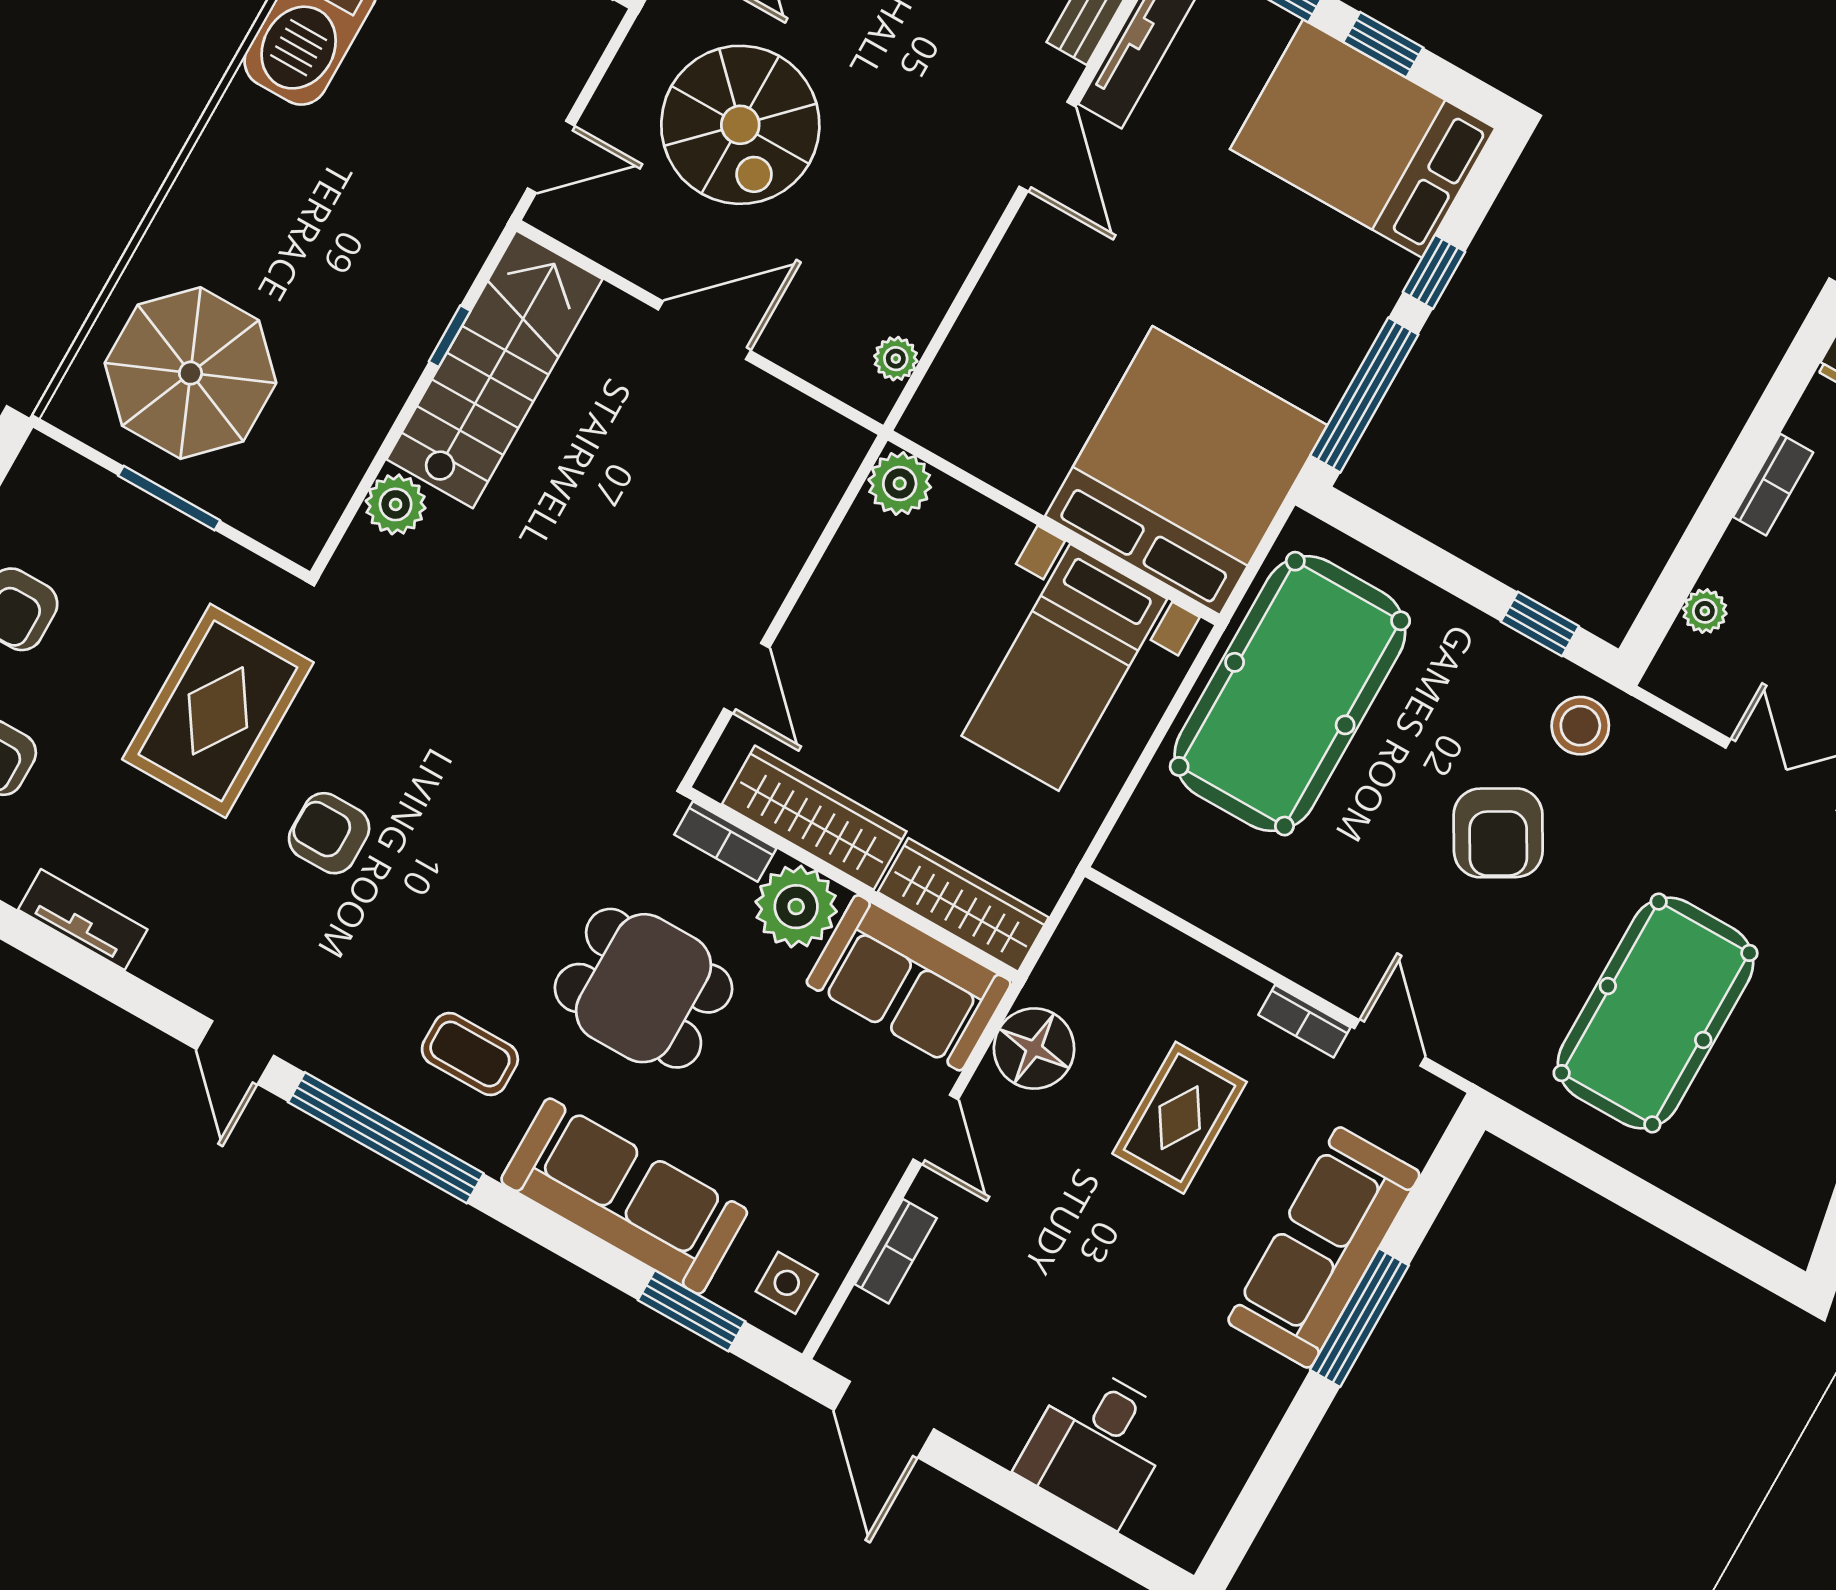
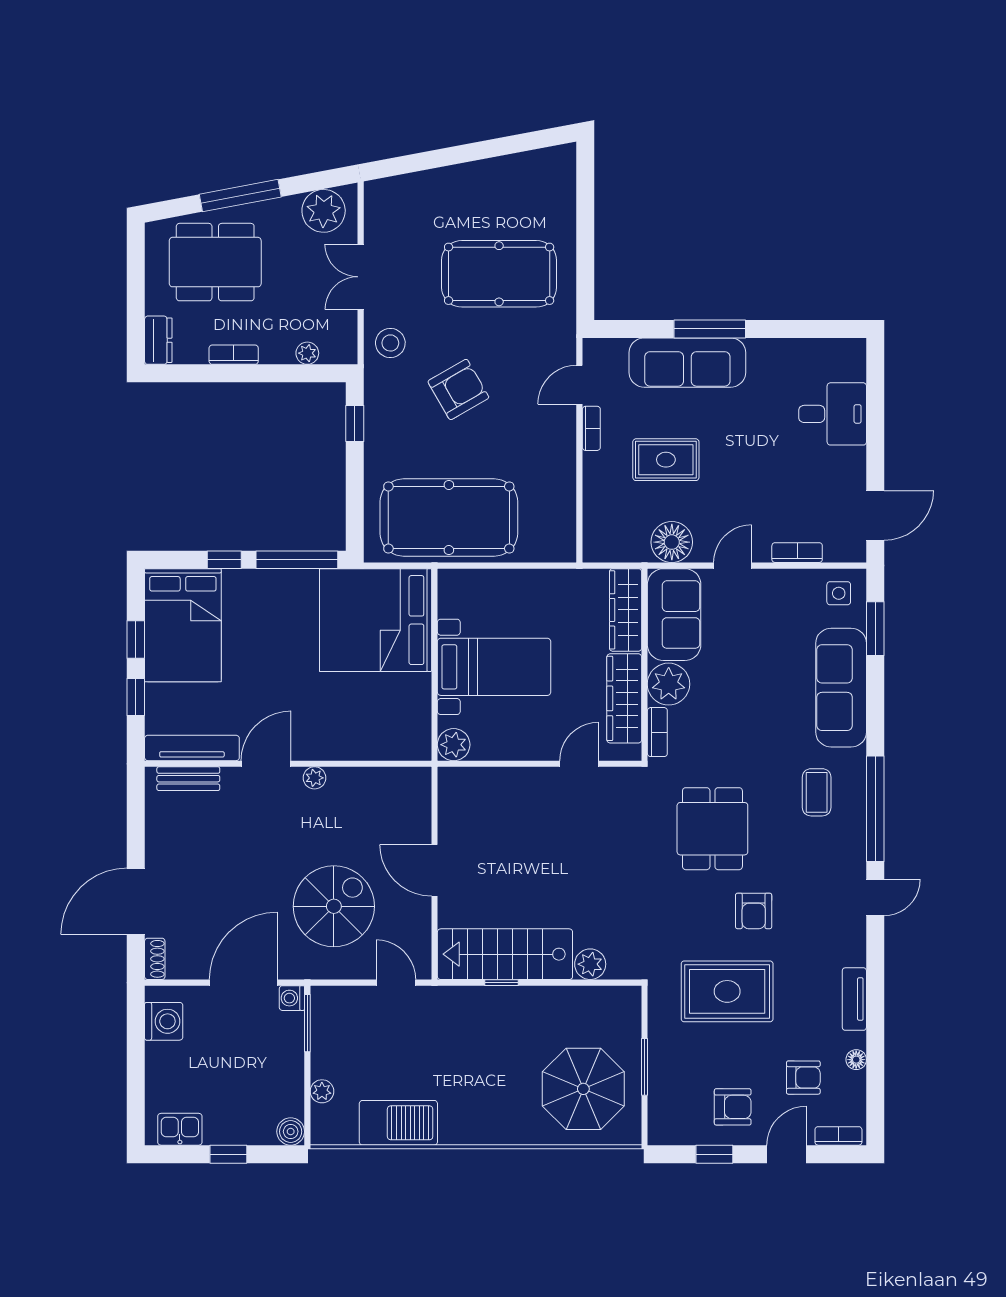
plant: (896, 359) -> (314, 778), moved
bed with nightstands: (1064, 667) -> (494, 667), moved
stool: (1580, 726) -> (390, 343), moved
dining table: (644, 988) -> (712, 829), moved

